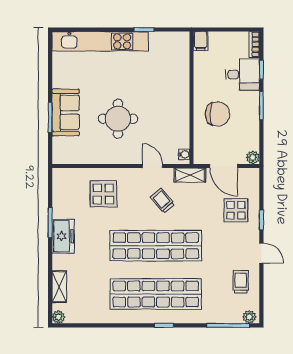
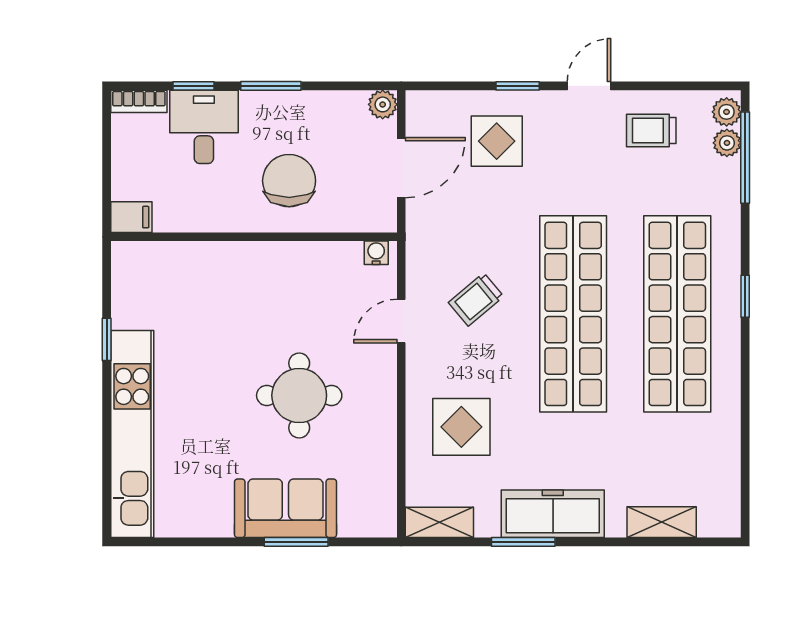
shelving: (190, 175) -> (439, 522), moved, turned 90
freezer: (63, 236) -> (553, 514), width x1.40
plant: (58, 317) -> (727, 143), moved

